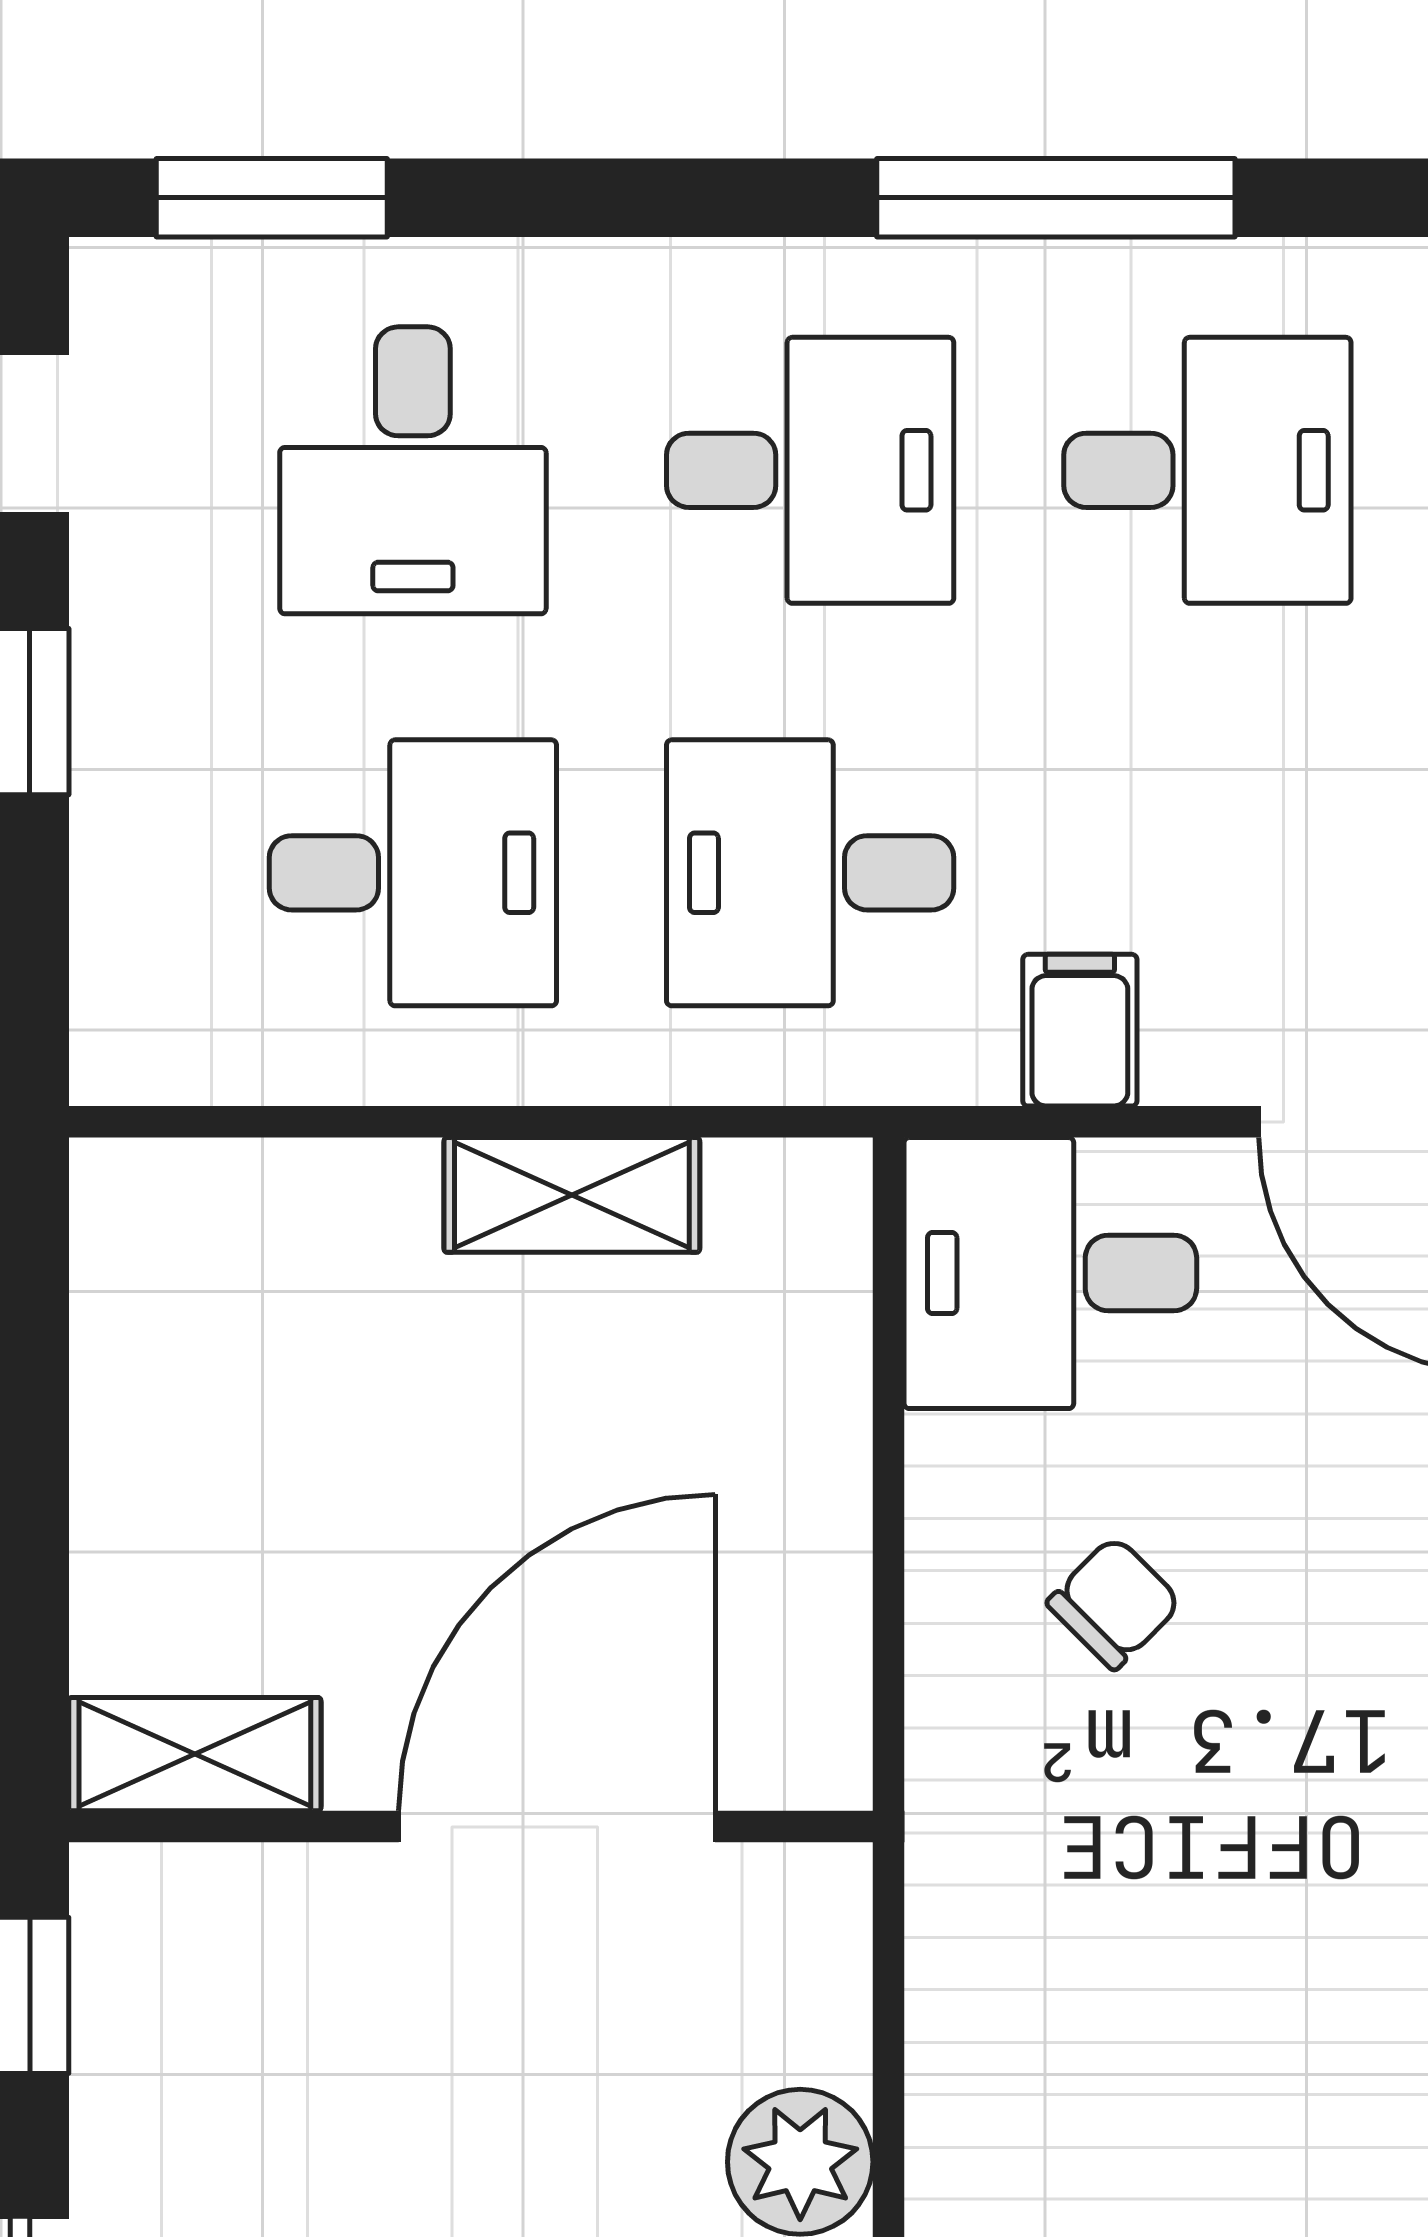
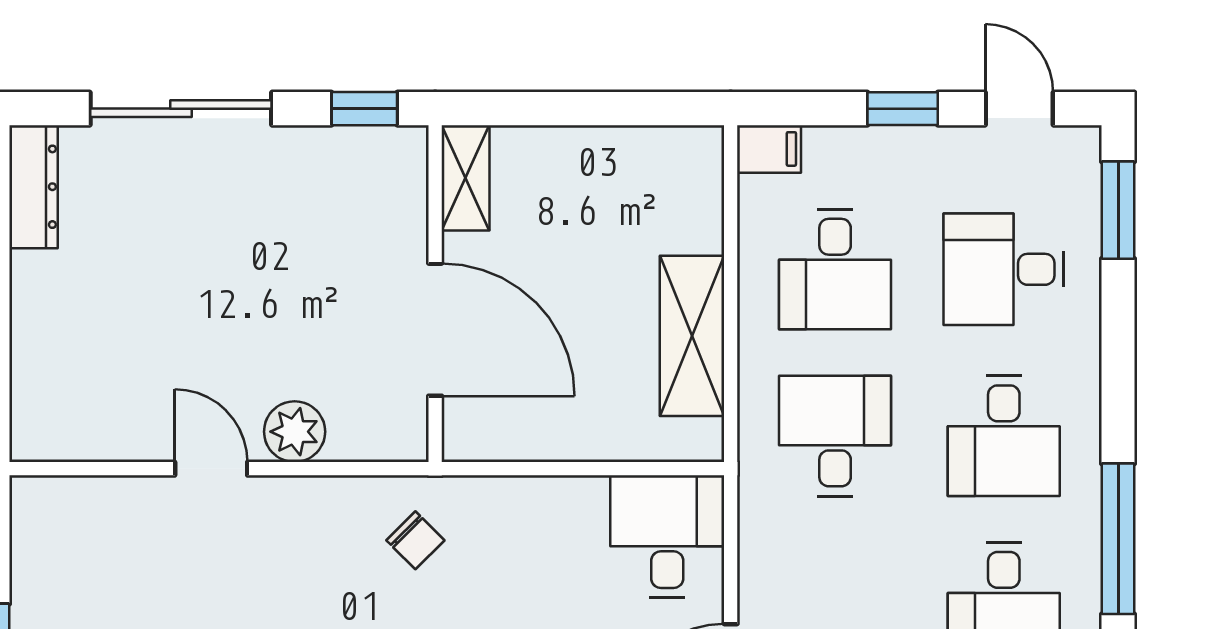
filing cabinet: (1080, 1030) -> (769, 149), moved
shelving: (572, 1195) -> (692, 336), width x1.50, depth x1.33
chair: (1114, 1603) -> (415, 540), moved

